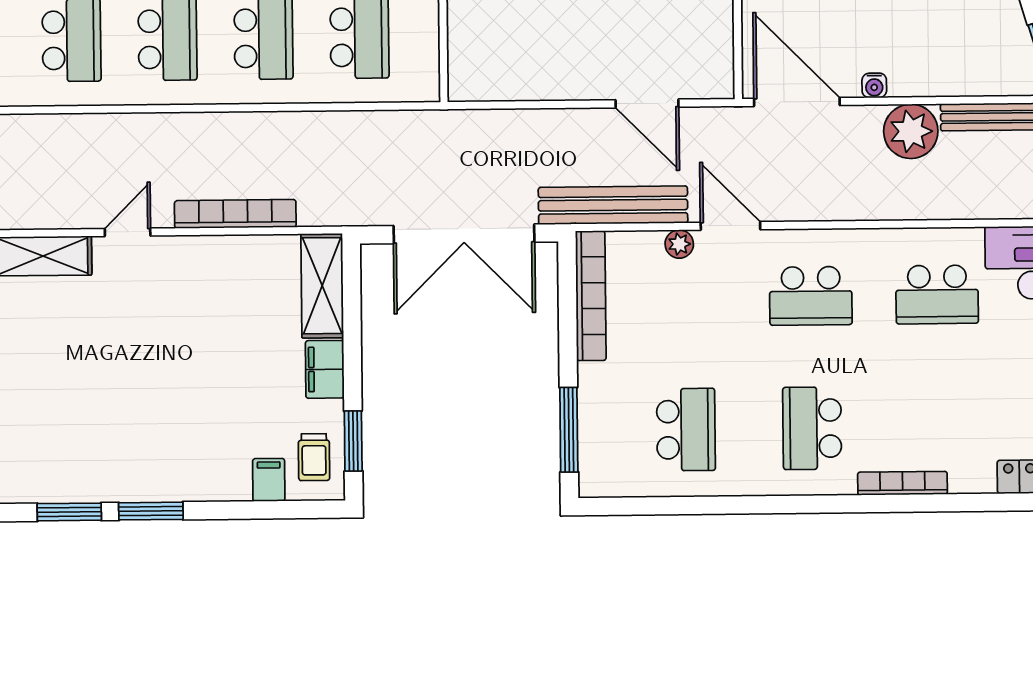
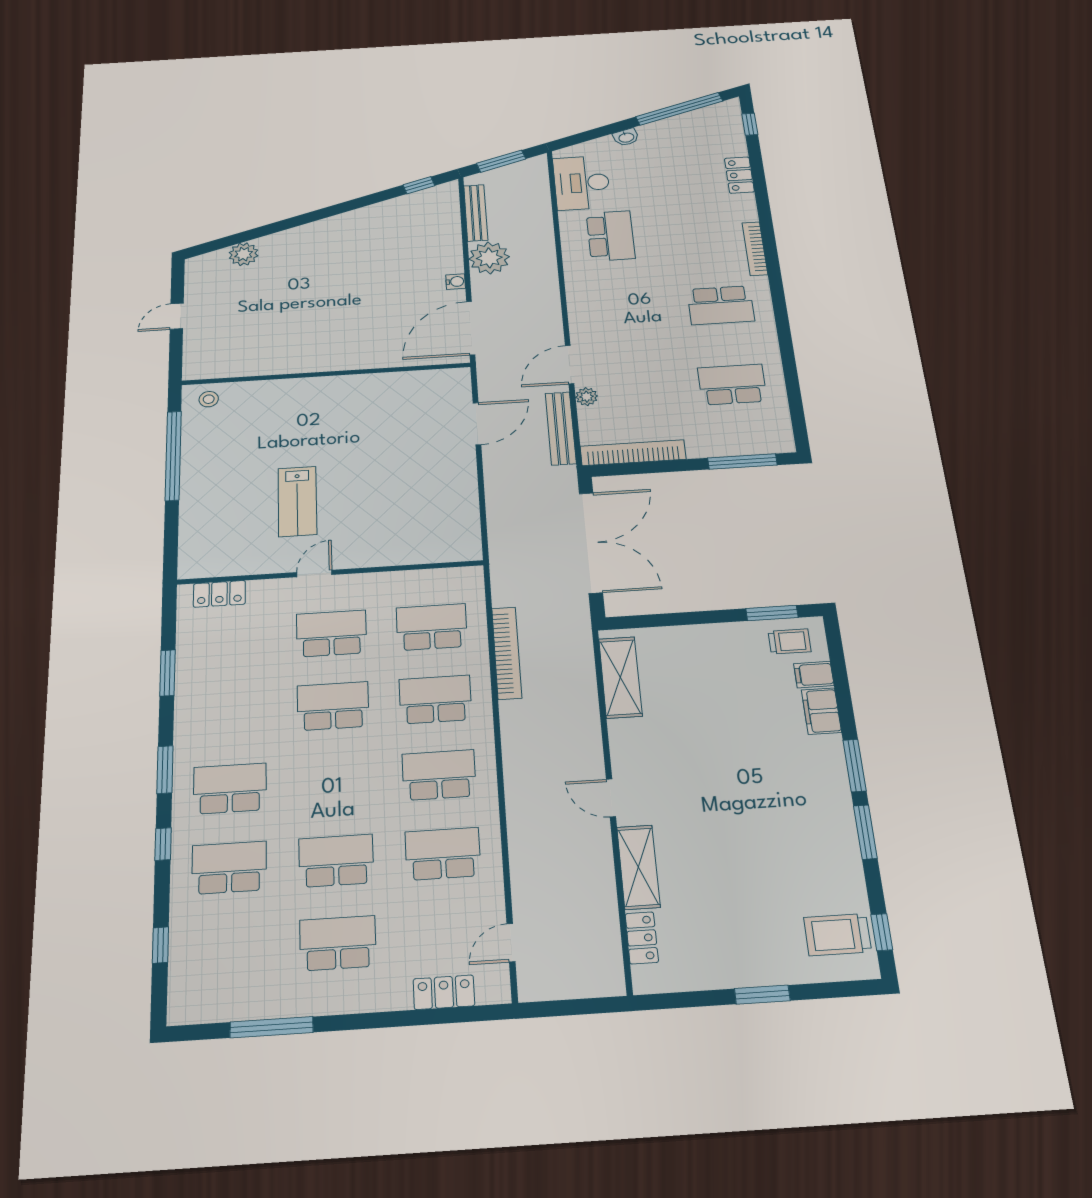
bench: (613, 205) -> (561, 428), width x0.73, depth x0.82
bookcase: (235, 214) -> (507, 653), moved, turned 180
shelving: (322, 286) -> (620, 677), moved, turned 90
school desk: (811, 296) -> (619, 312), removed
filing cabinet: (325, 369) -> (821, 711), moved, turned 90

